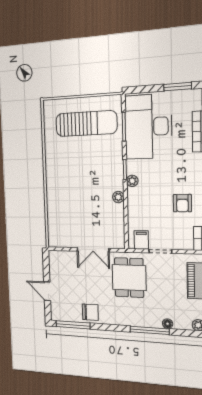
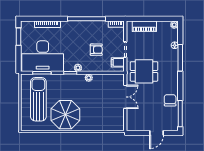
parasol: (66, 164) -> (65, 115), added
armchair: (182, 203) -> (96, 50), moved

